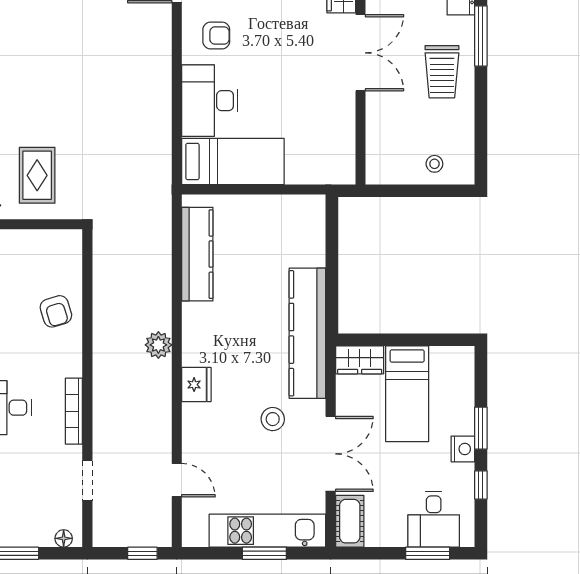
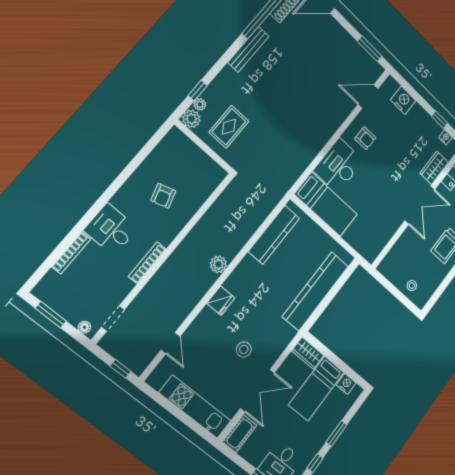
armchair: (56, 311) -> (163, 196), moved
kitchen counter: (307, 333) -> (316, 291), moved
nightstand: (463, 449) -> (346, 384), moved, turned -90
doorway: (87, 481) -> (113, 319), moved
window: (264, 553) -> (184, 418), removed

